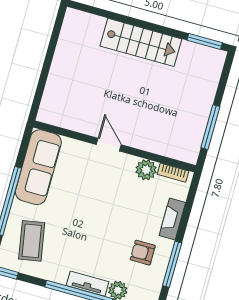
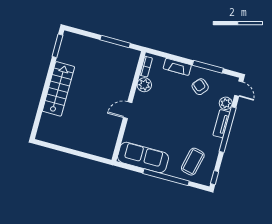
coffee table: (32, 241) -> (193, 162), turned -67
armchair: (143, 253) -> (200, 87), turned 130

